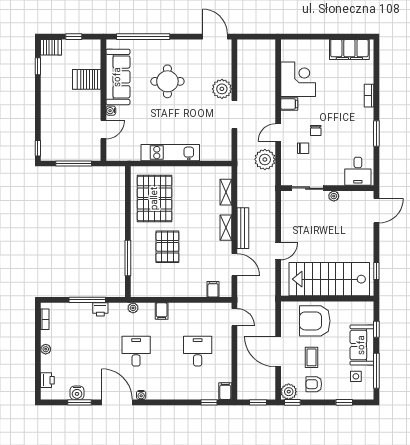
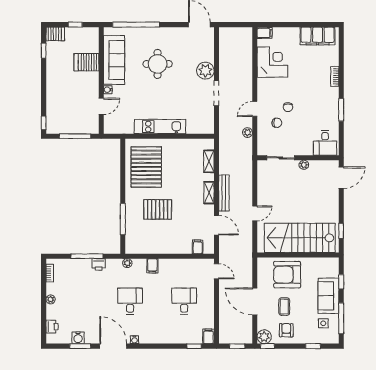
filing cabinet: (289, 104) -> (265, 33), moved
plant: (265, 159) -> (248, 133), width x0.53, depth x0.53
pallet: (167, 247) -> (158, 209), turned 90
armchair: (314, 384) -> (286, 330), turned 90

